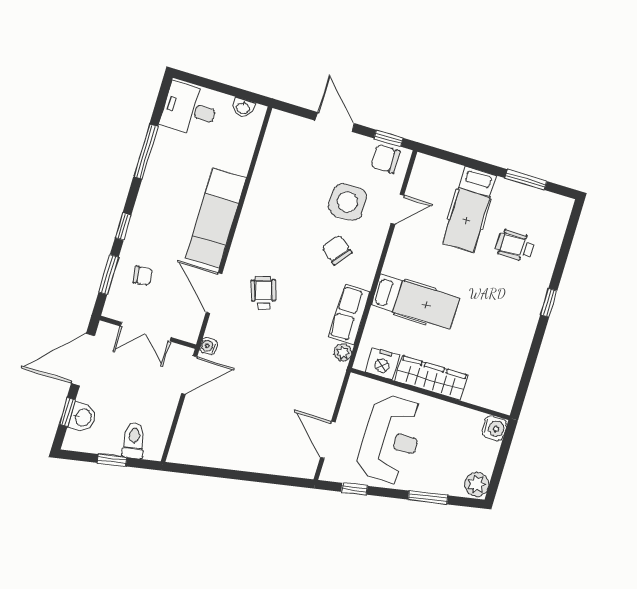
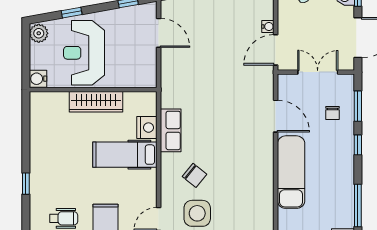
chair: (143, 276) -> (332, 113), turned -83
wheelchair: (263, 293) -> (239, 127), removed
water cooler: (209, 346) -> (268, 27), moved
plant: (343, 352) -> (167, 101), removed
nightstand: (382, 364) -> (147, 128), moved, turned 90
reception desk: (391, 439) -> (84, 53), moved
window: (428, 497) -> (72, 13), width x0.67

